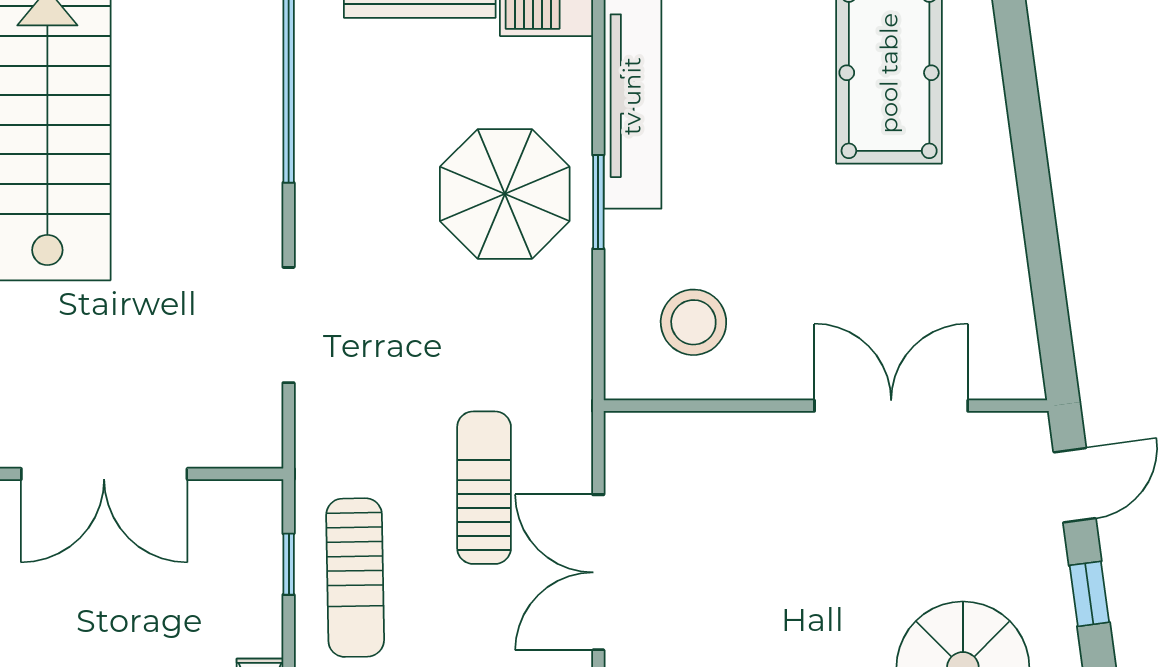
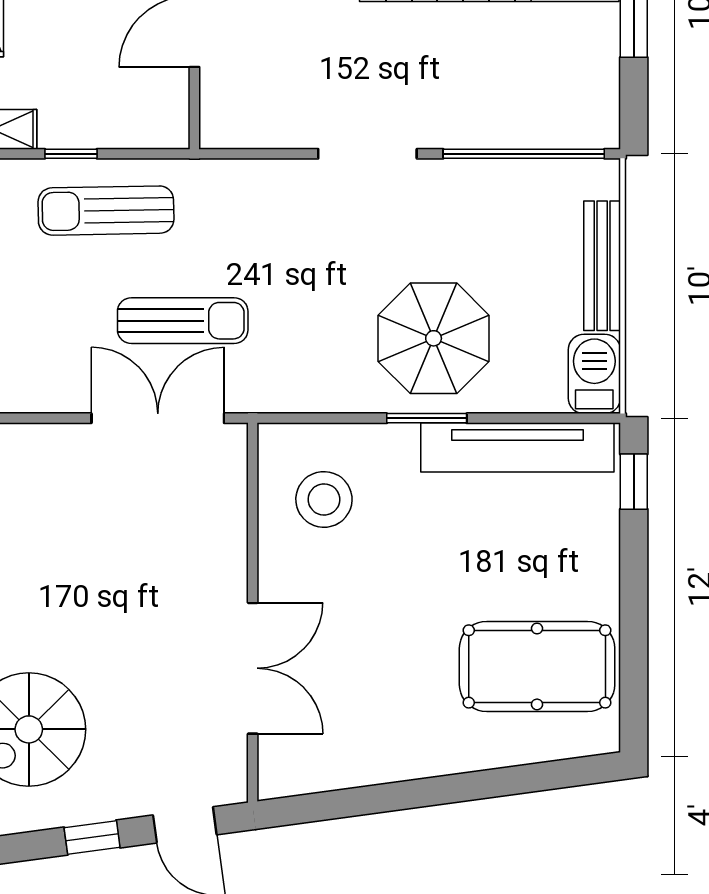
doorway: (289, 325) -> (367, 154), moved
window: (289, 564) -> (71, 154), moved
double door: (598, 572) -> (158, 418), moved

